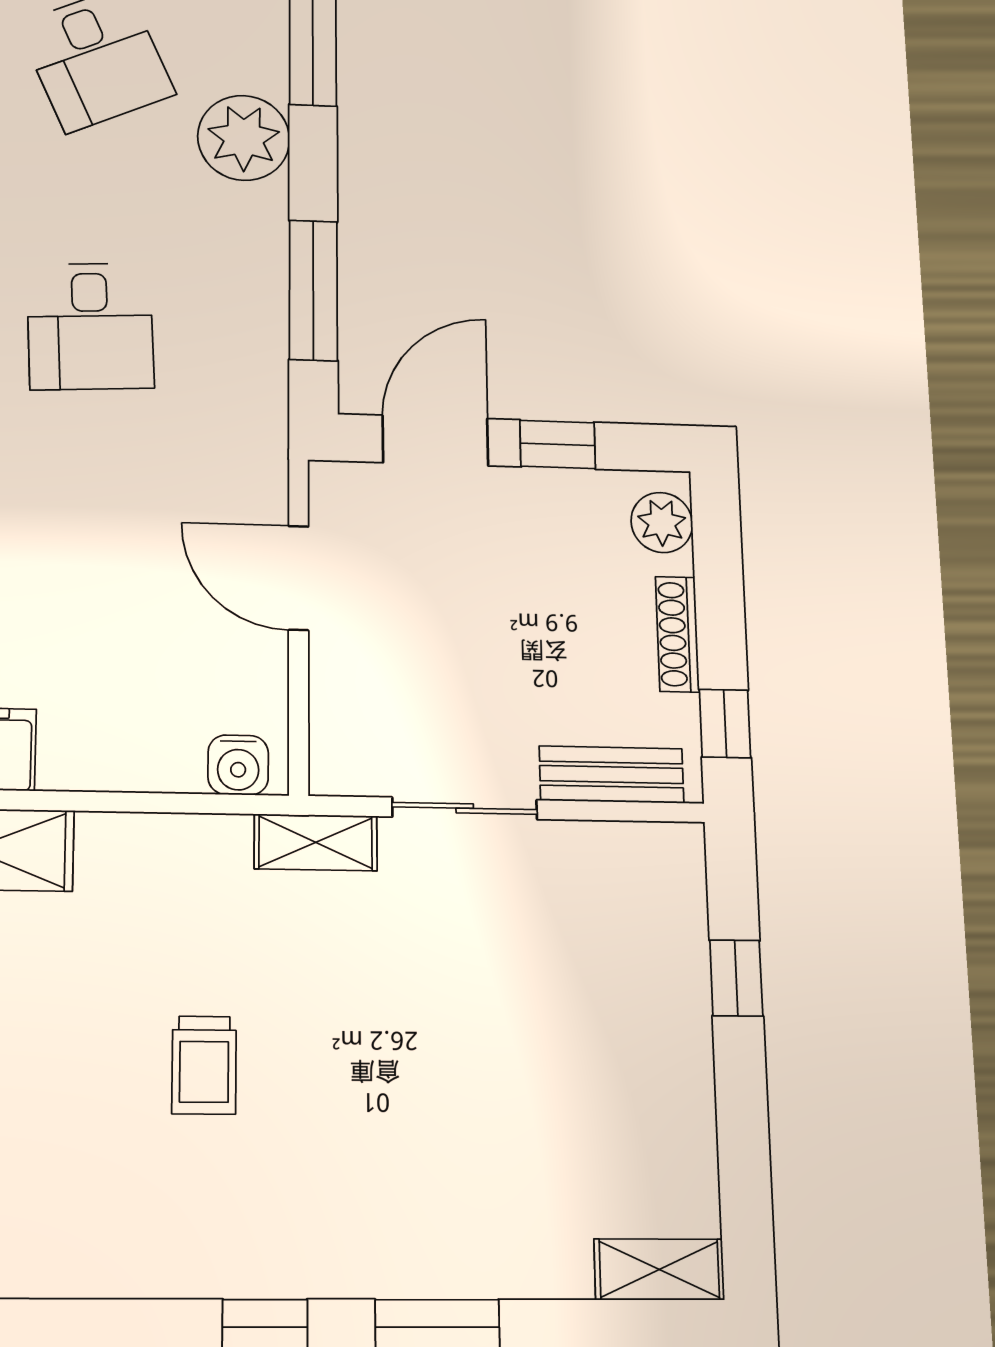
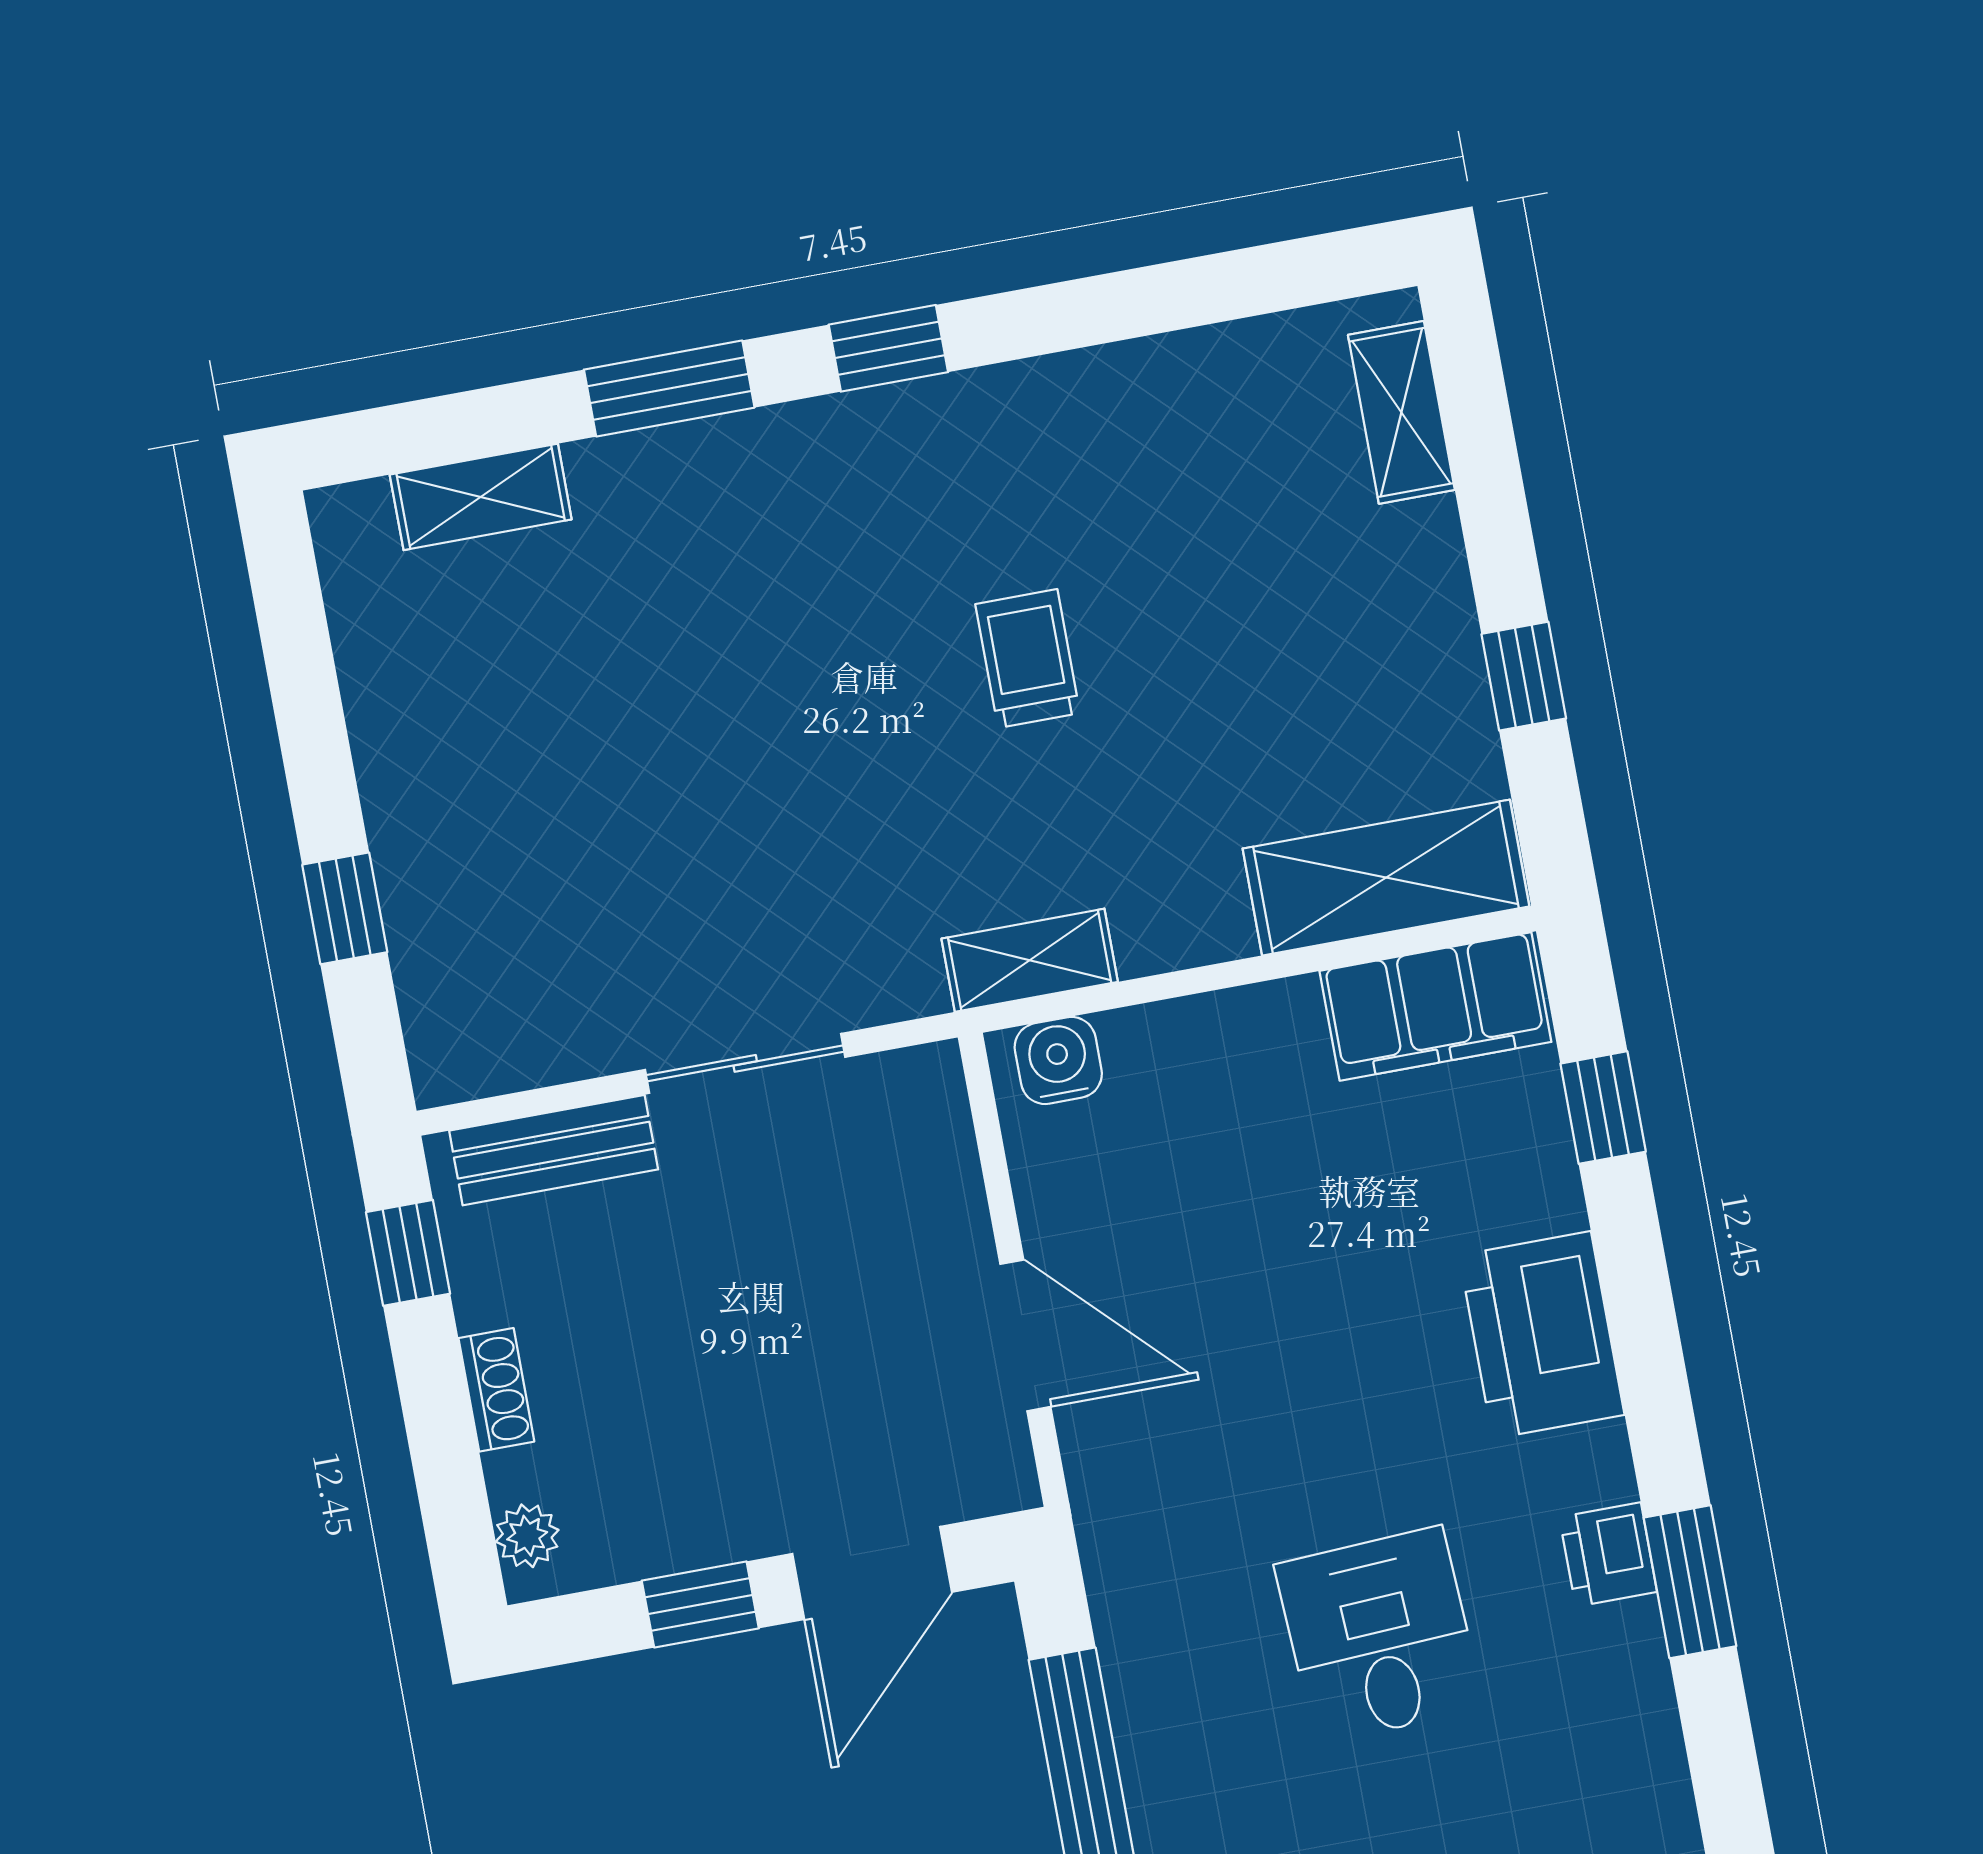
plant: (662, 522) -> (527, 1536), width x0.73, depth x0.73
shoe rack: (677, 634) -> (496, 1390), width x0.70
shelving: (316, 842) -> (1030, 960), moved
shelving: (659, 1269) -> (481, 497), moved

